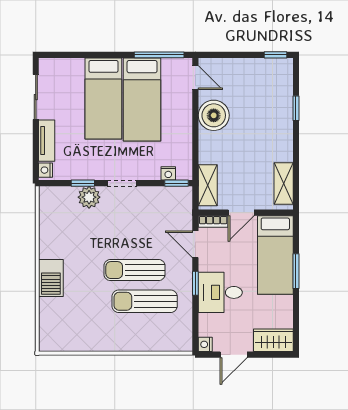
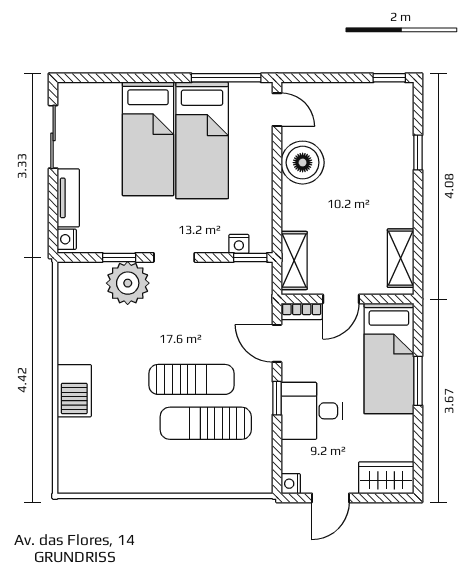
plant: (89, 197) -> (128, 283), width x1.36, depth x1.36
sun lounger: (135, 270) -> (191, 379), turned 180

